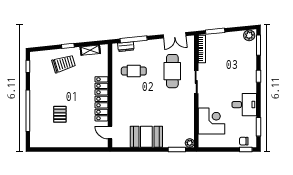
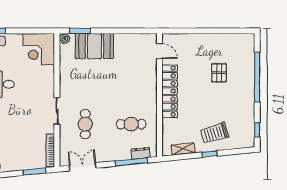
cafe table: (172, 71) -> (85, 124), width x0.73, depth x0.74
corner desk: (211, 121) -> (39, 49), moved
booth: (146, 137) -> (94, 46), moved

